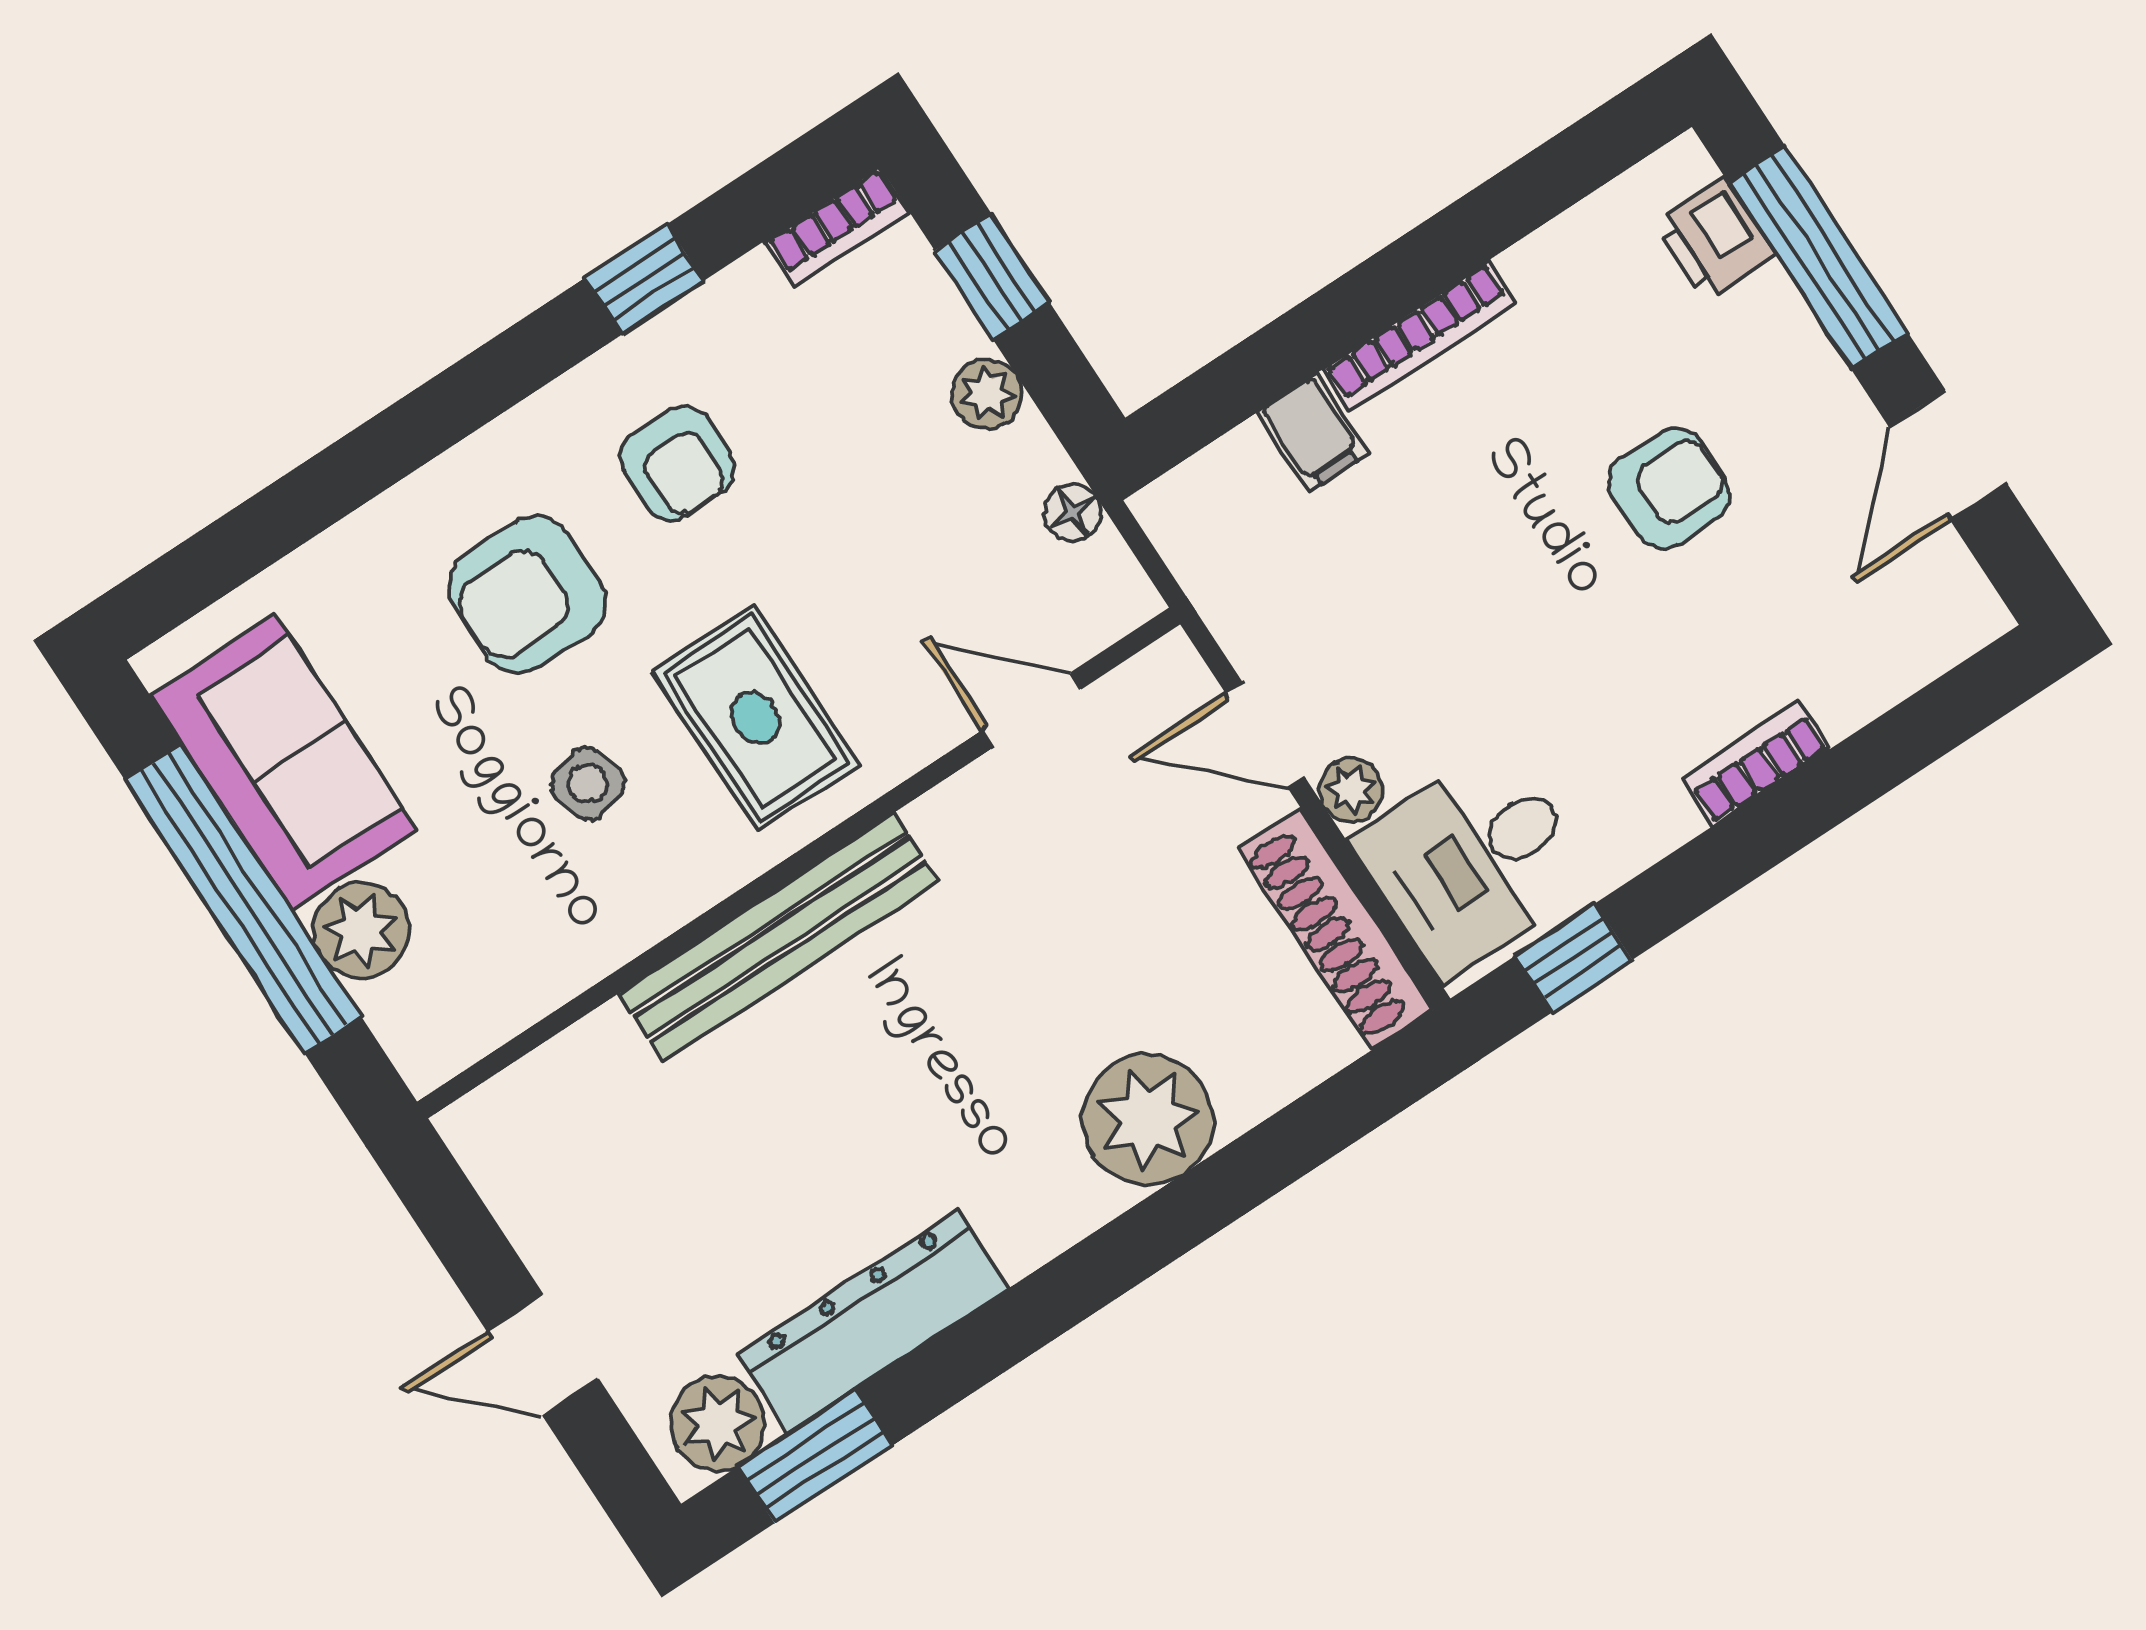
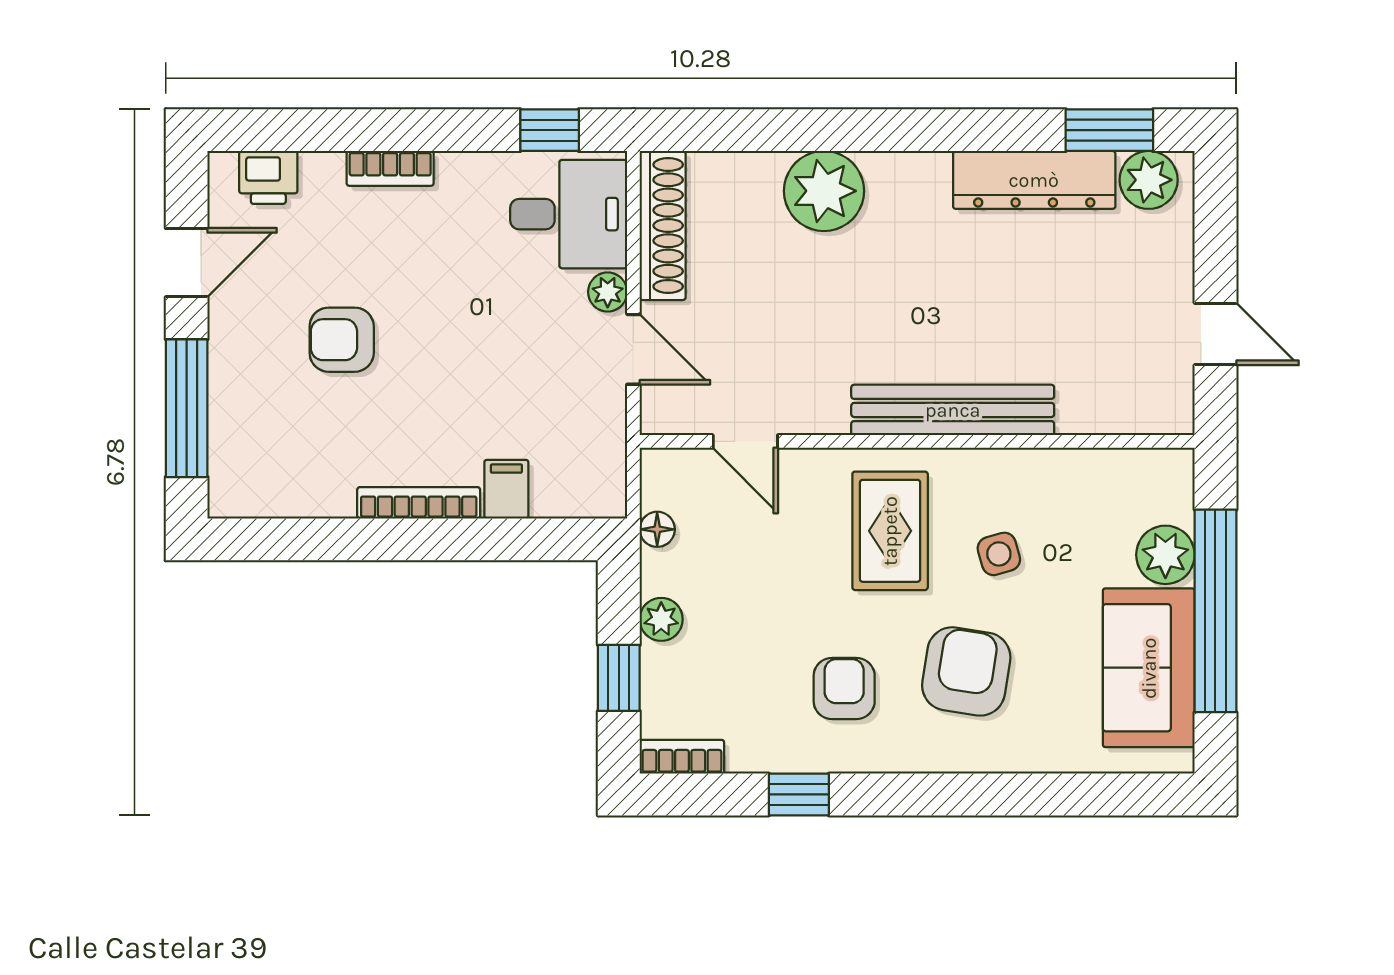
printer: (1715, 240) -> (268, 177), moved, turned 90
armchair: (527, 595) -> (966, 671), turned -81
door: (543, 1355) -> (1215, 334), moved

